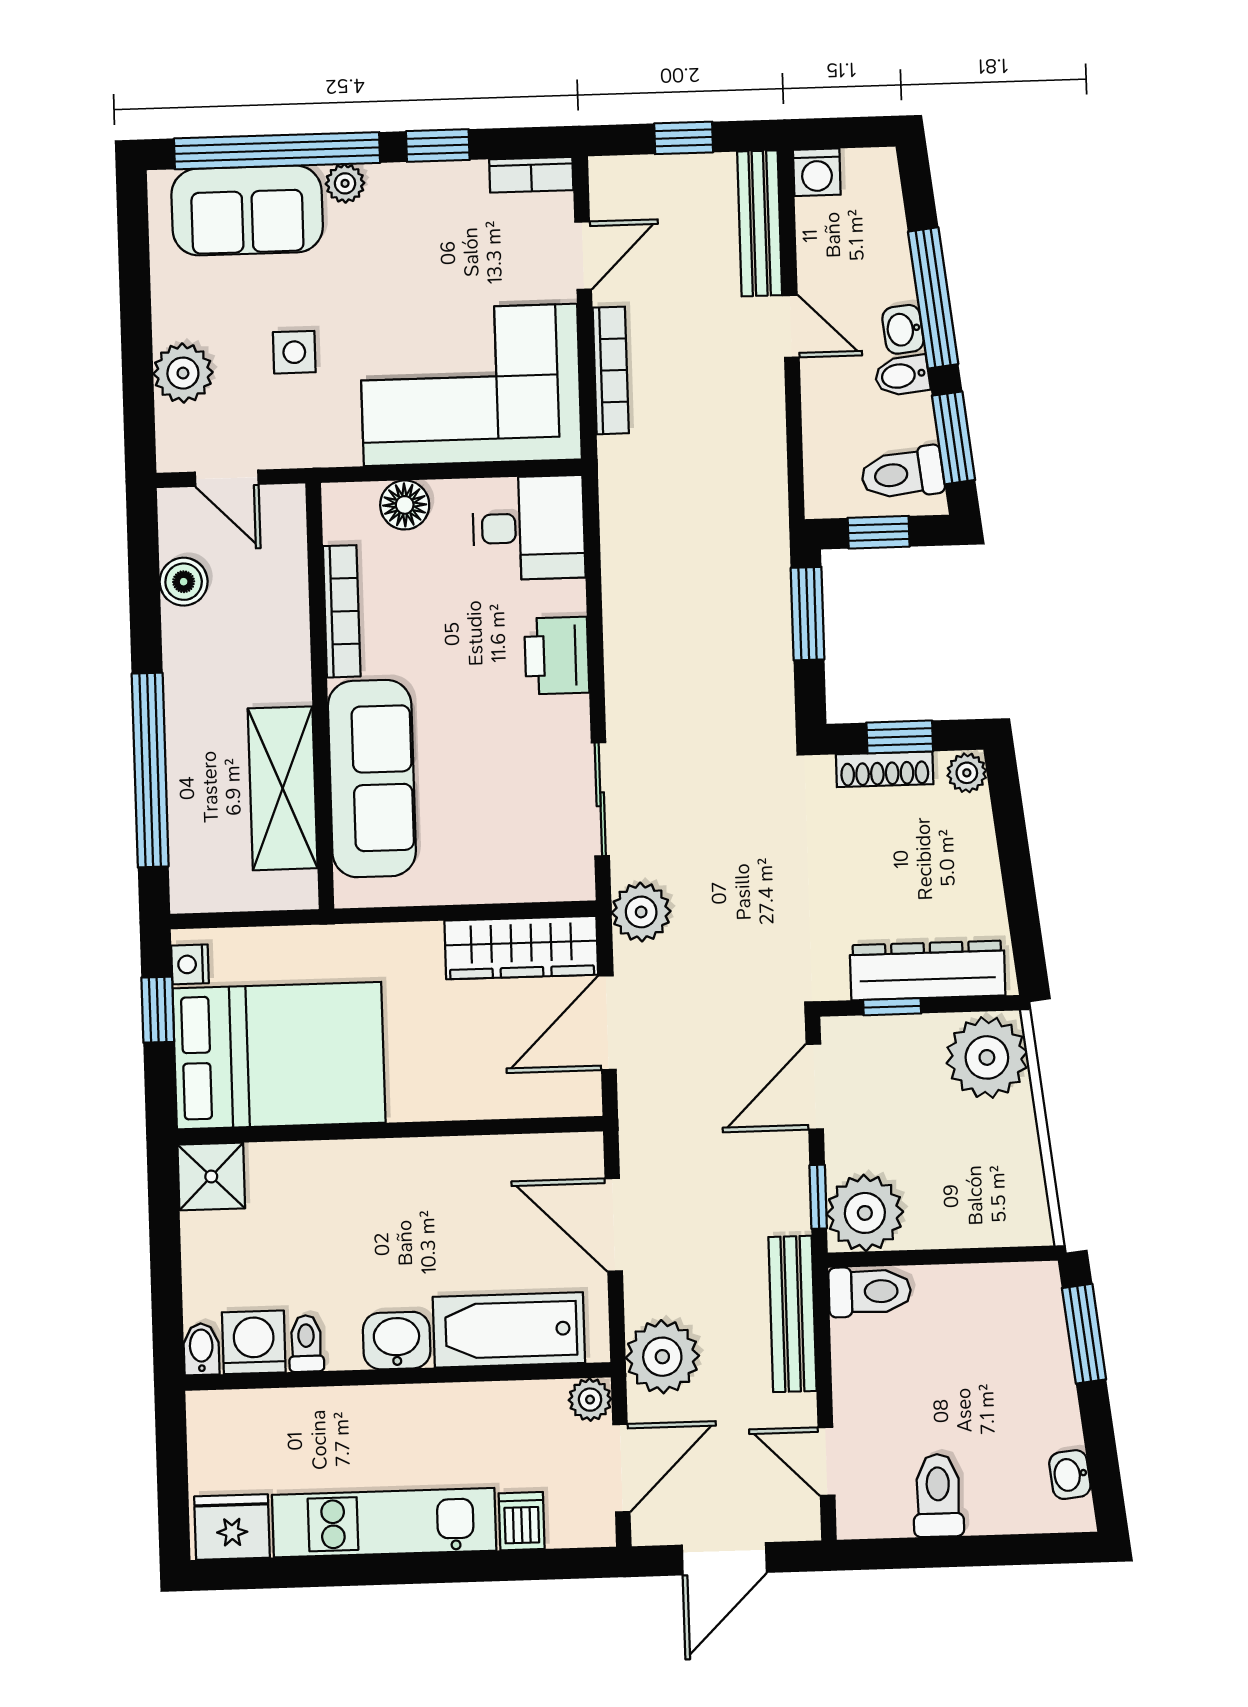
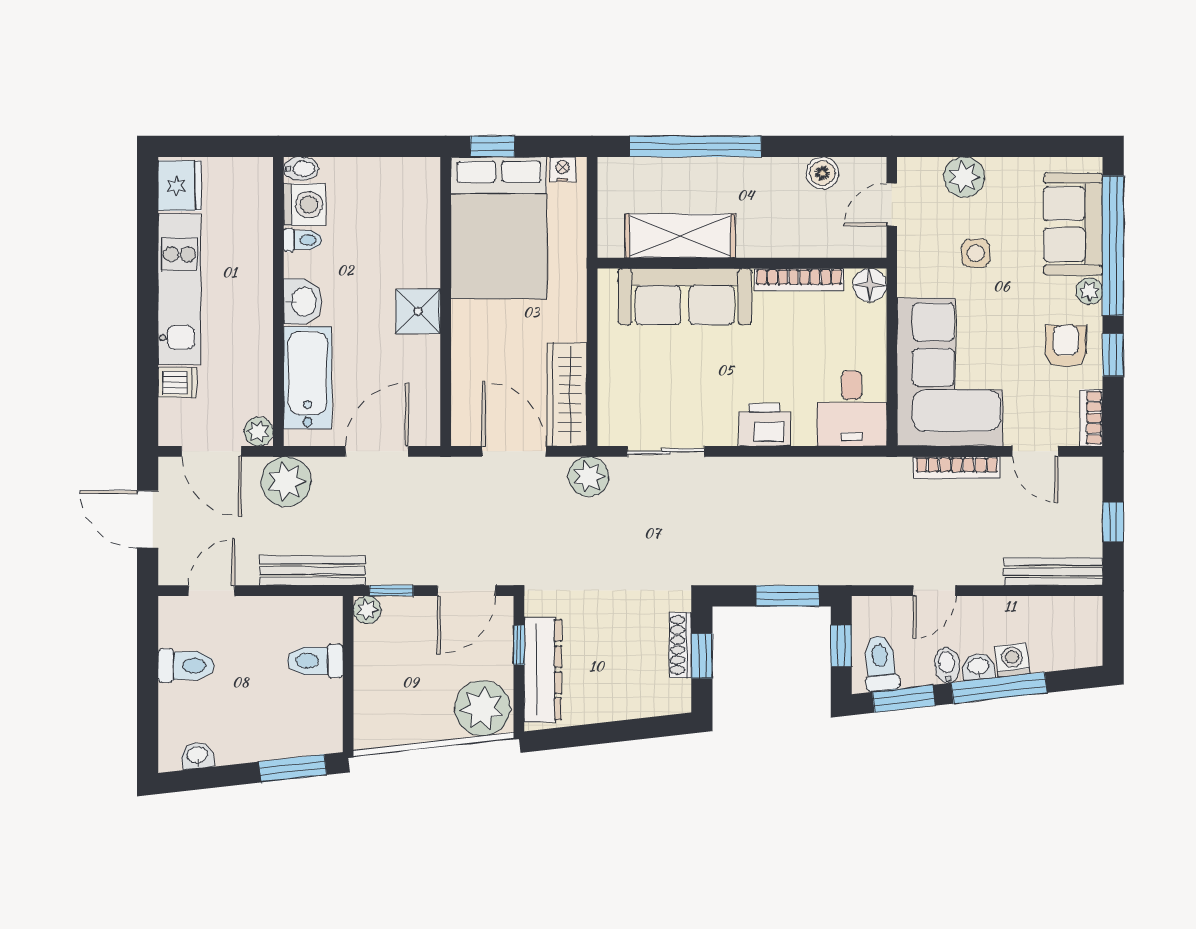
washing machine: (817, 172) -> (1012, 660), moved, turned 84
armchair: (427, 216) -> (1066, 346), added
door: (791, 326) -> (934, 591), moved
floor lamp: (405, 505) -> (870, 285), moved
plant: (967, 773) -> (676, 701), removed
window: (158, 1010) -> (492, 146), moved
door: (815, 1087) -> (466, 591), swing flipped
shower: (211, 1177) -> (418, 311), moved
plant: (865, 1213) -> (367, 610), width x0.53, depth x0.53
toilet: (870, 1291) -> (315, 661), moved, turned 90

